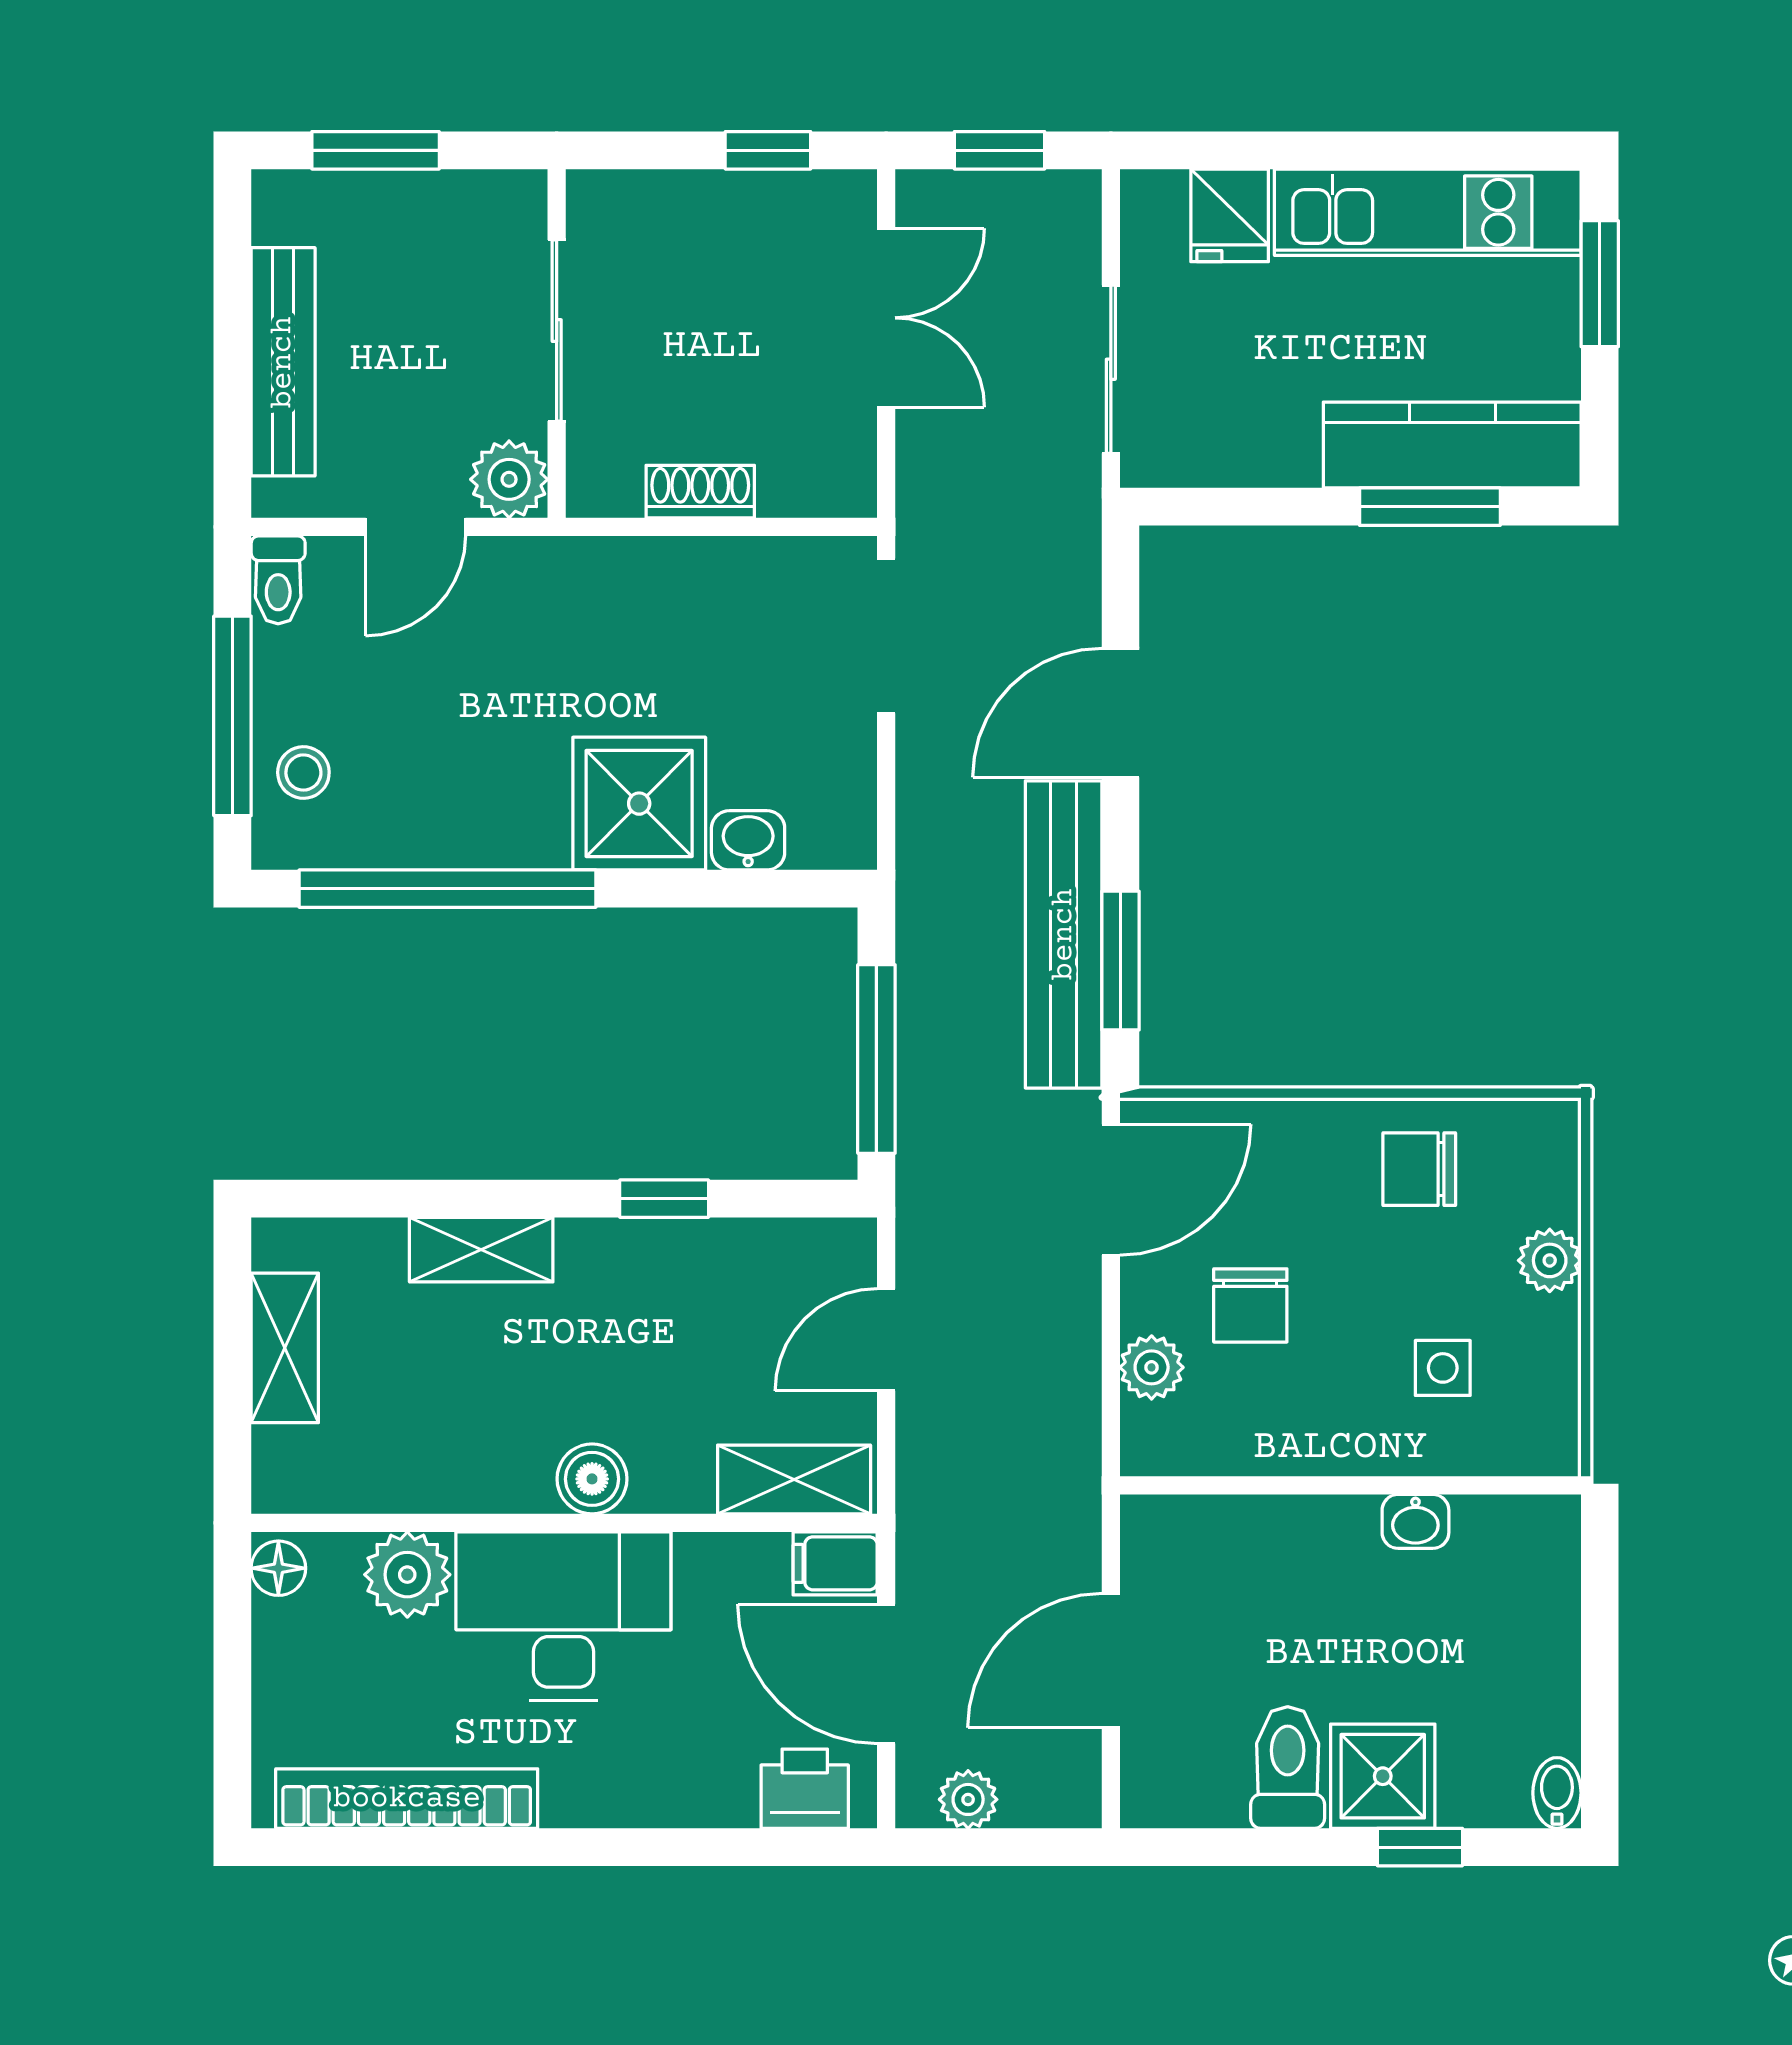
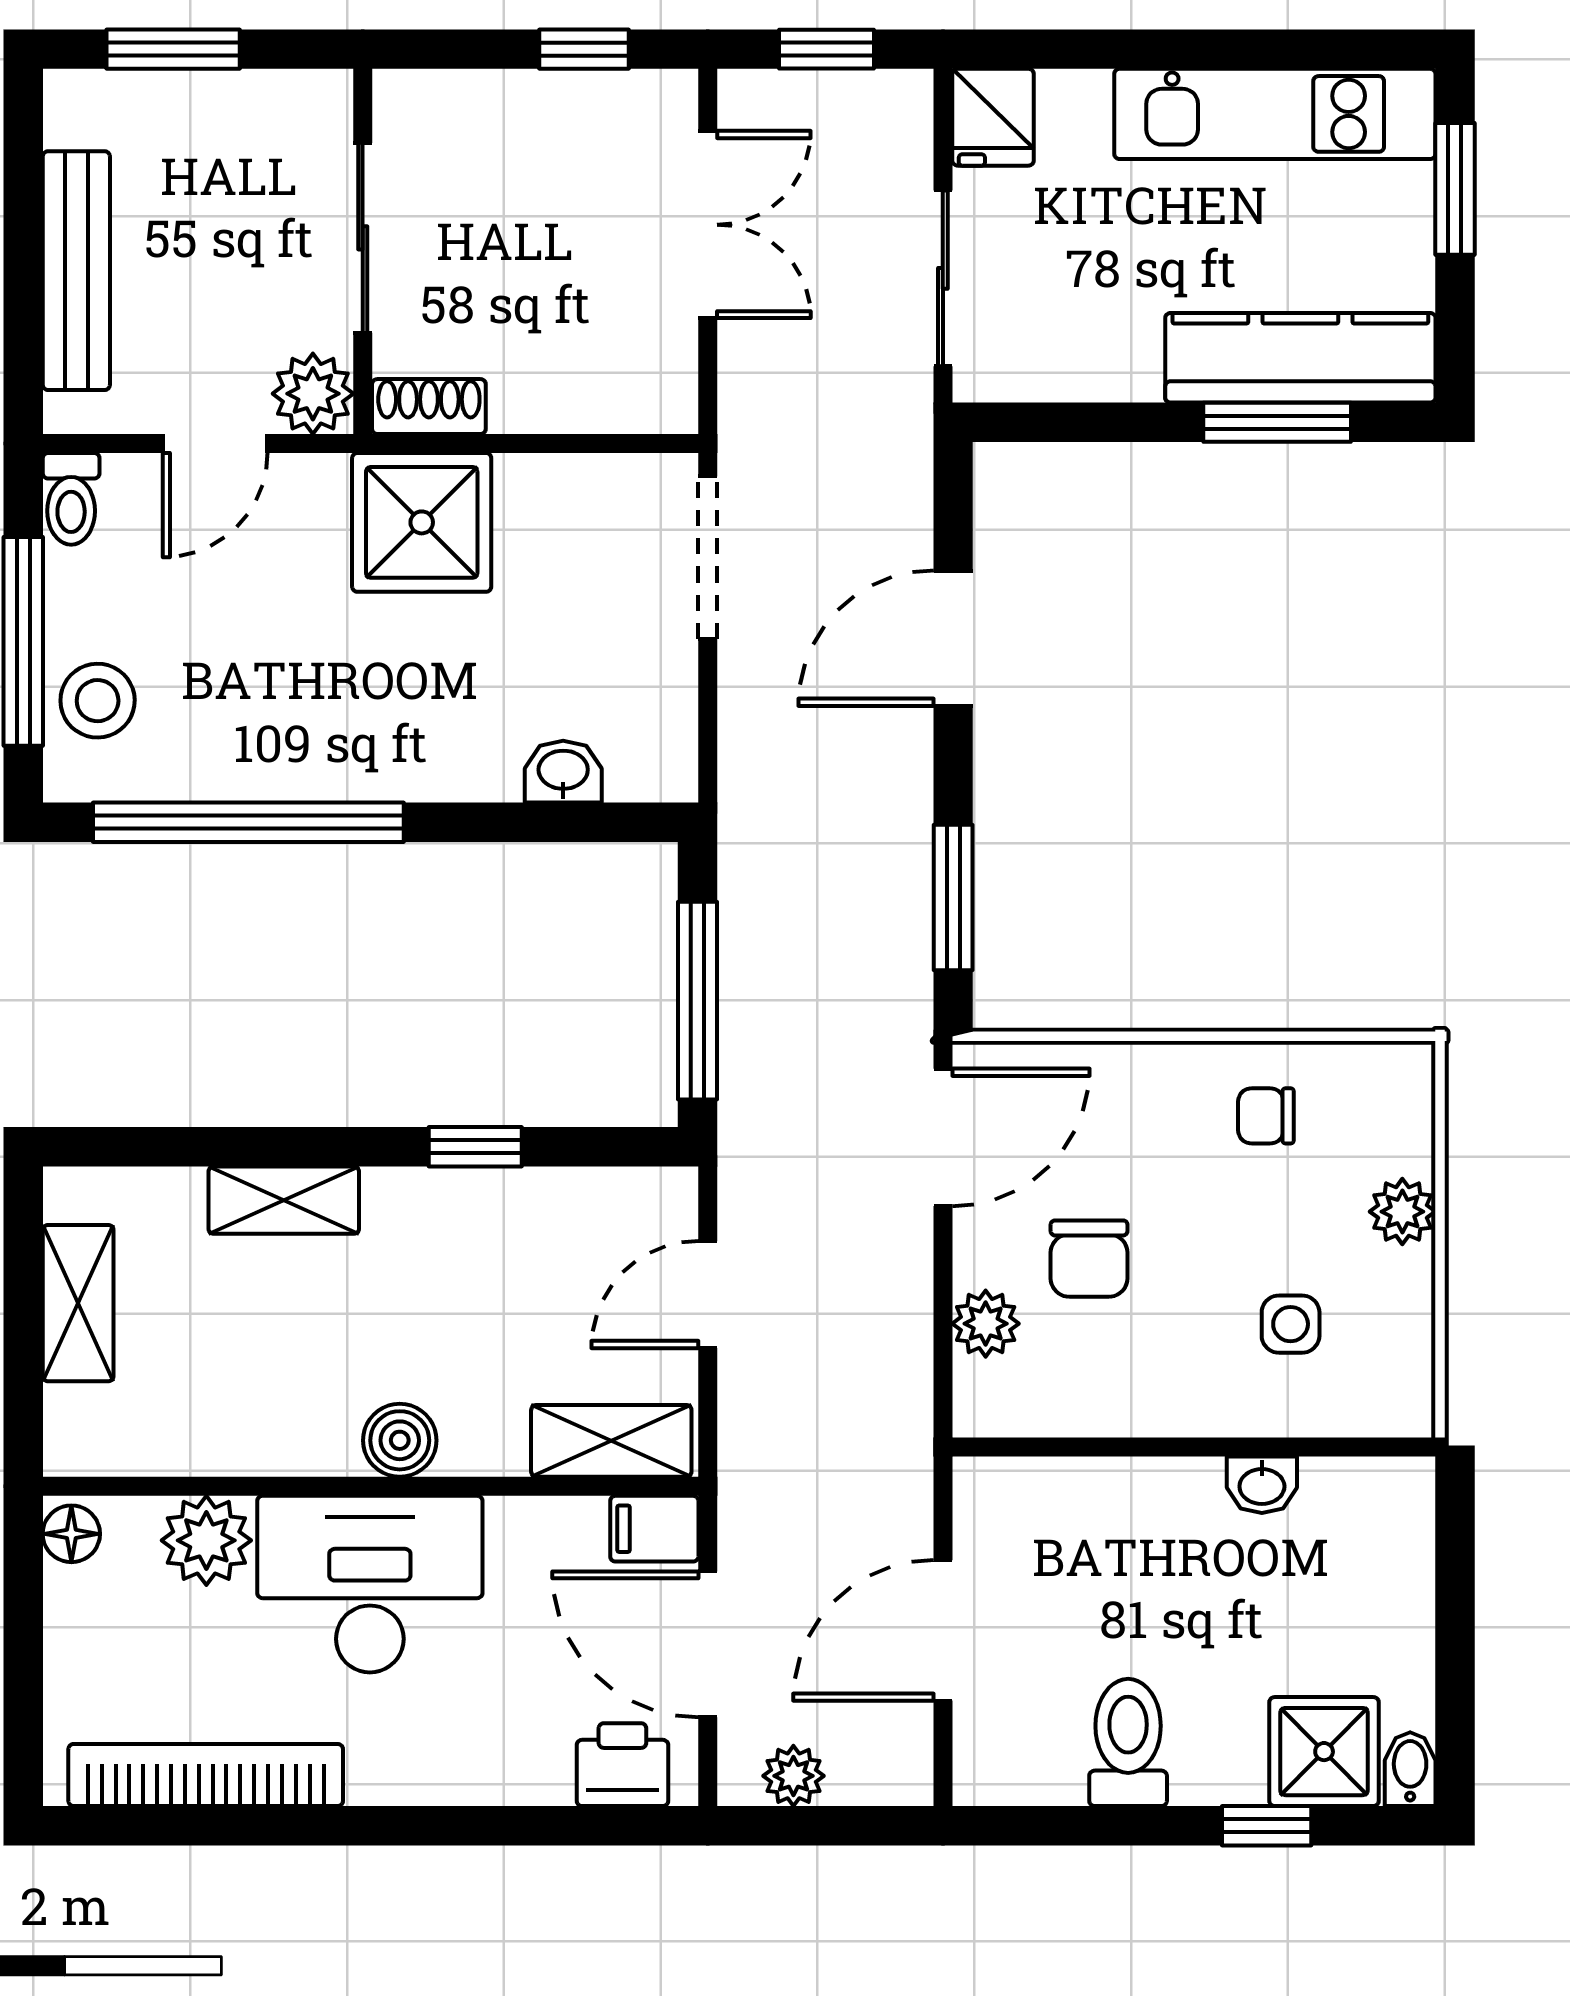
fridge: (1230, 215) -> (993, 117), moved
shoe rack: (700, 492) -> (429, 407), moved
stool: (303, 773) -> (98, 701), width x1.37, depth x1.37
shower: (639, 804) -> (422, 522), moved
bench: (1064, 934) -> (894, 870), removed
chair: (1419, 1169) -> (1266, 1116), width x0.73, depth x0.73
shower: (1383, 1776) -> (1324, 1752), moved

